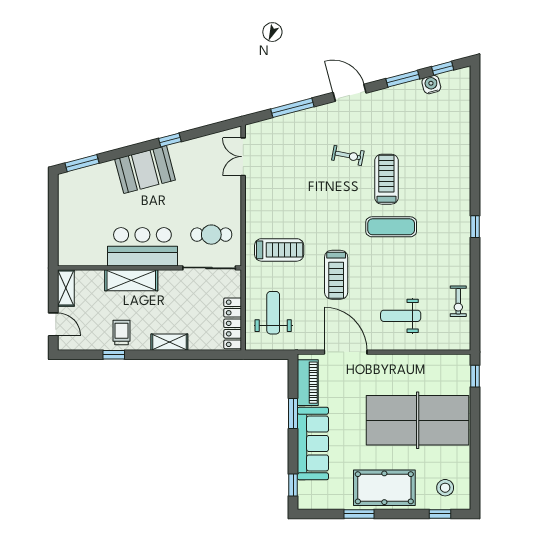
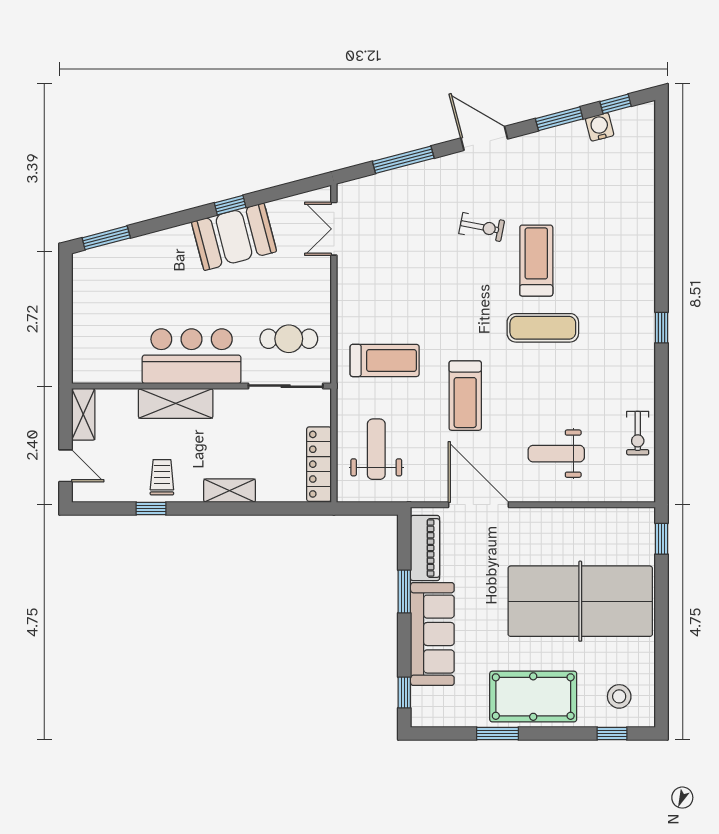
booth: (145, 170) -> (234, 237), moved

